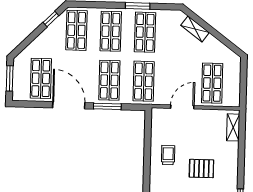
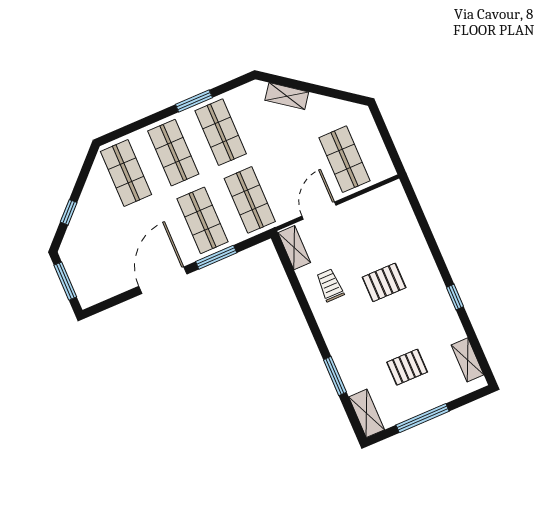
window: (51, 19) -> (69, 212), moved
shop shelf: (41, 78) -> (108, 261), removed
door: (69, 105) -> (163, 280), hinge flipped
shelving: (233, 127) -> (294, 248), moved

